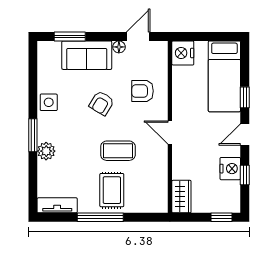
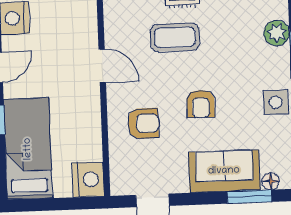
floor lamp: (119, 47) -> (271, 181), moved
armchair: (102, 103) -> (201, 104), turned 149

